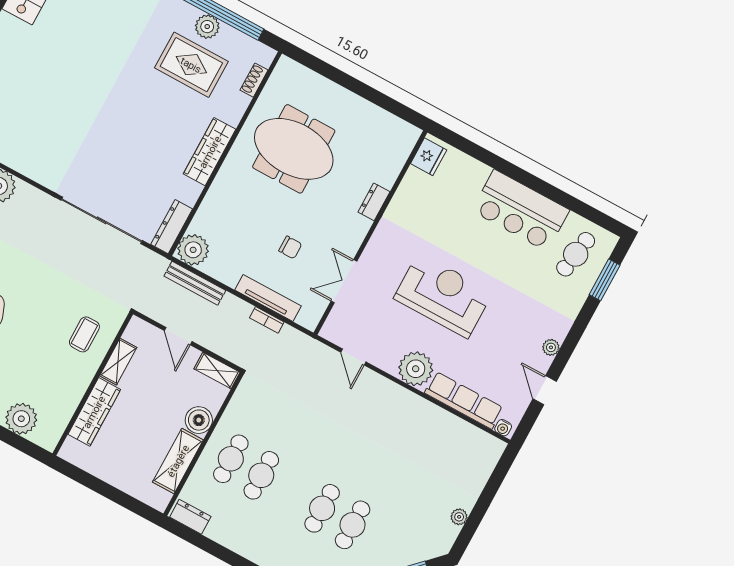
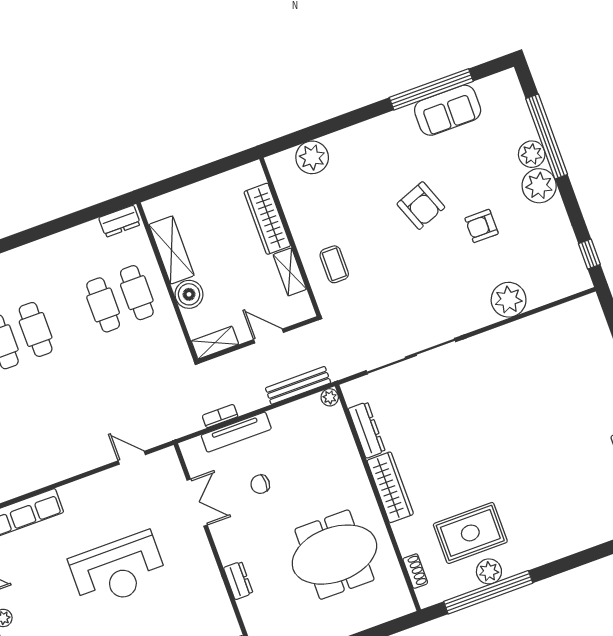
dresser: (172, 227) -> (367, 430), moved
plant: (193, 250) -> (330, 397), width x0.53, depth x0.53
plant: (416, 369) -> (80, 498), removed

